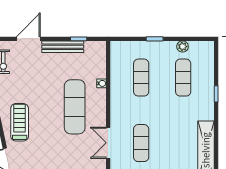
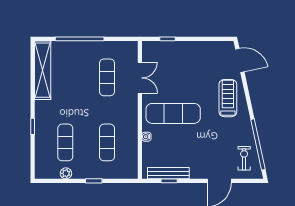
bench: (63, 47) -> (168, 173), moved
exercise mat: (75, 107) -> (173, 113), turned 90
treadmill: (20, 122) -> (228, 98), turned 180

